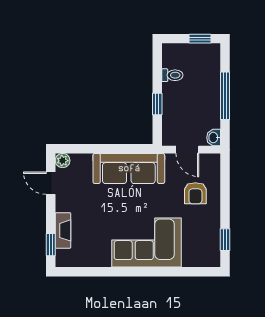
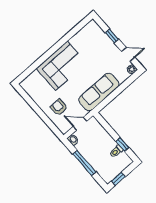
window: (157, 104) -> (122, 144), moved
fireplace: (63, 230) -> (104, 38), removed
window: (225, 240) -> (27, 98), removed
window: (51, 245) -> (112, 36), moved

